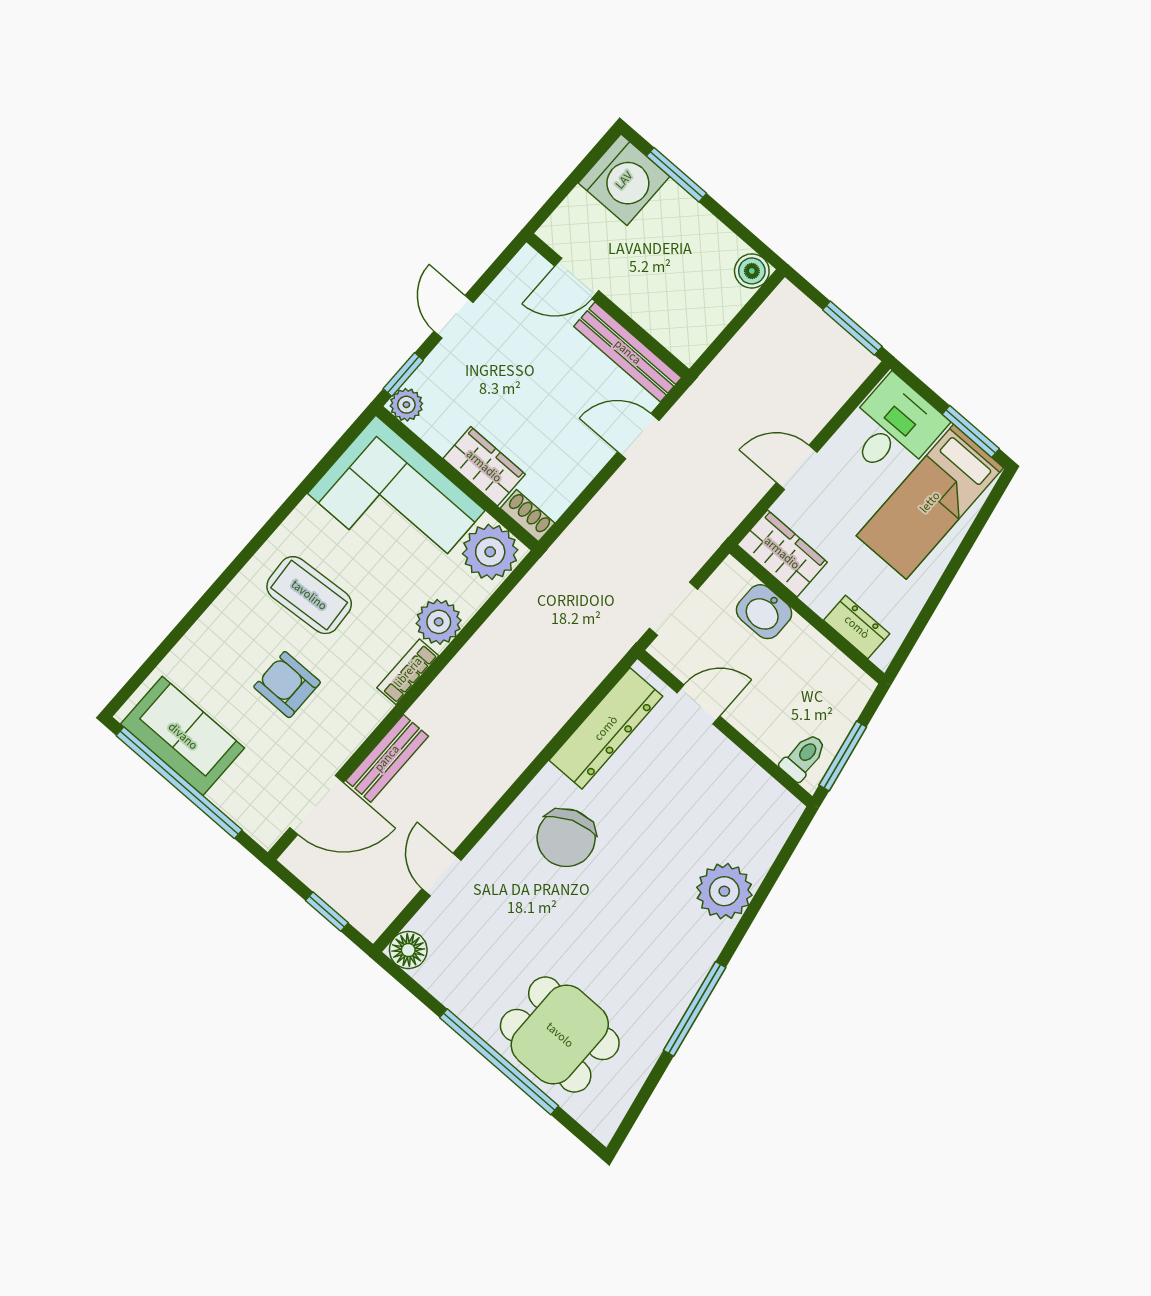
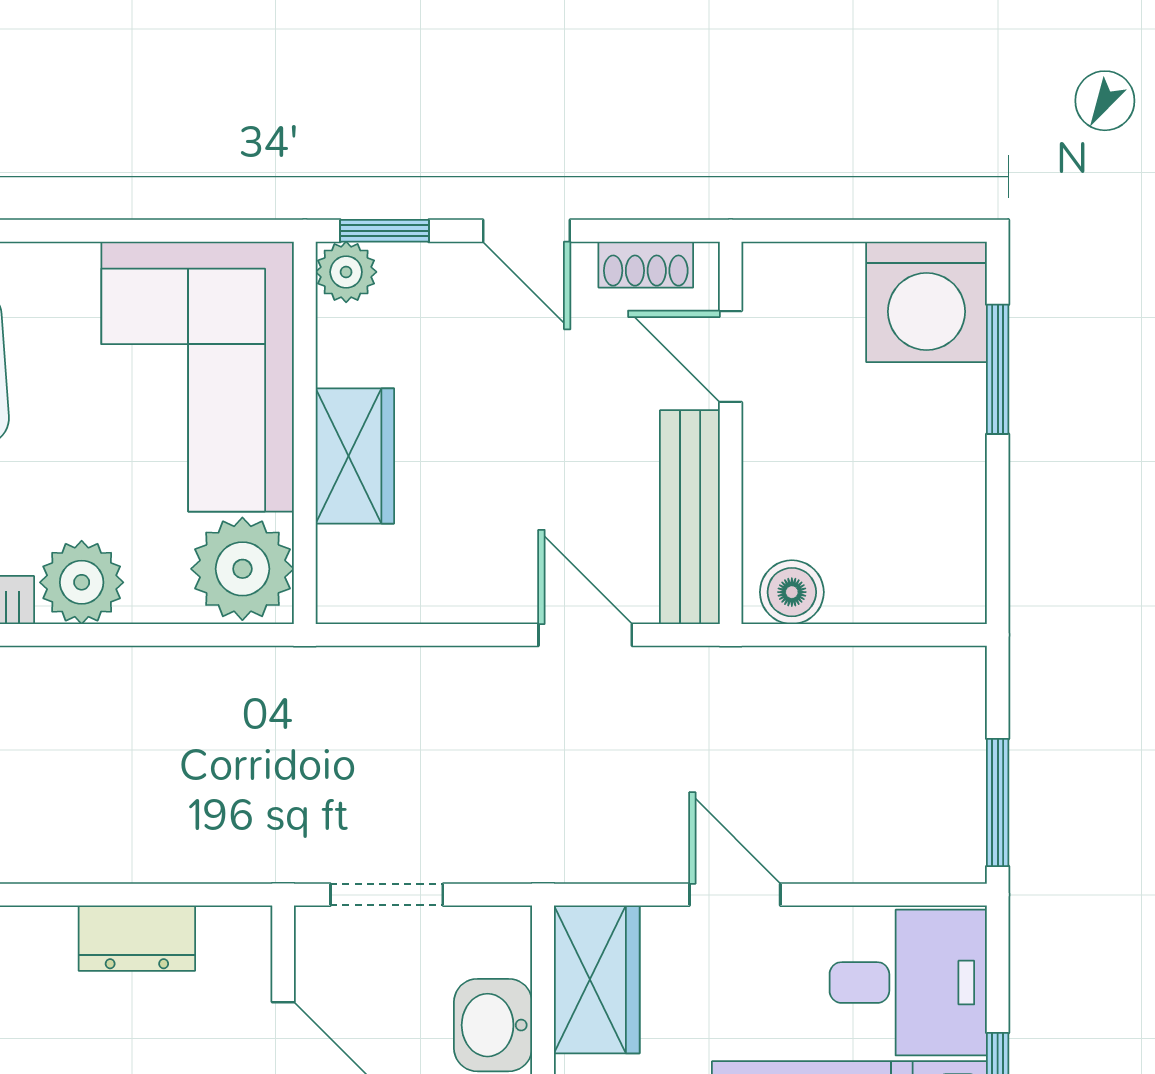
boiler: (752, 271) -> (792, 592), moved
door: (454, 317) -> (527, 231), swing flipped
shoe rack: (527, 516) -> (646, 265), moved, turned 90
dresser: (606, 728) -> (137, 938), width x0.51, depth x0.80

